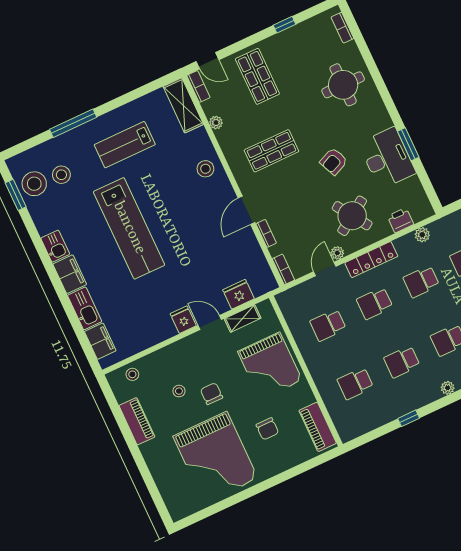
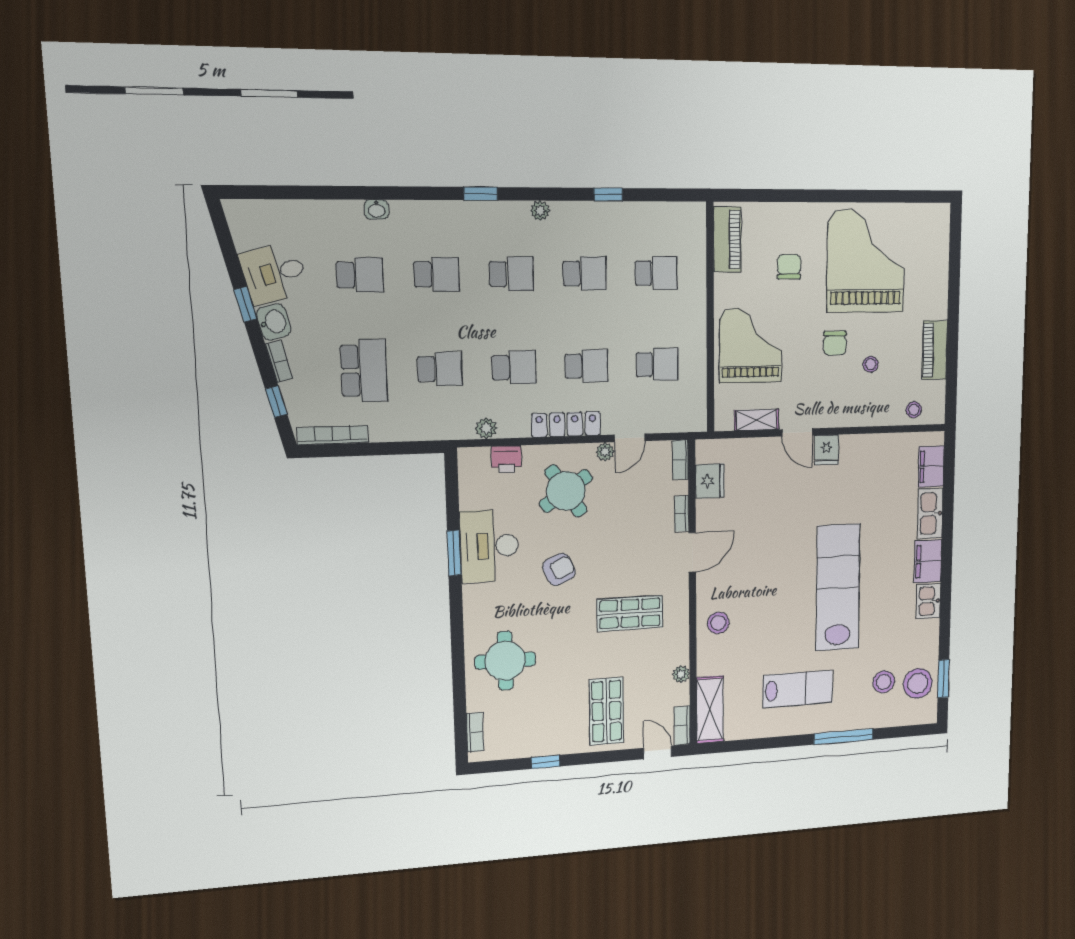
fridge: (238, 294) -> (710, 481), moved, turned -90

